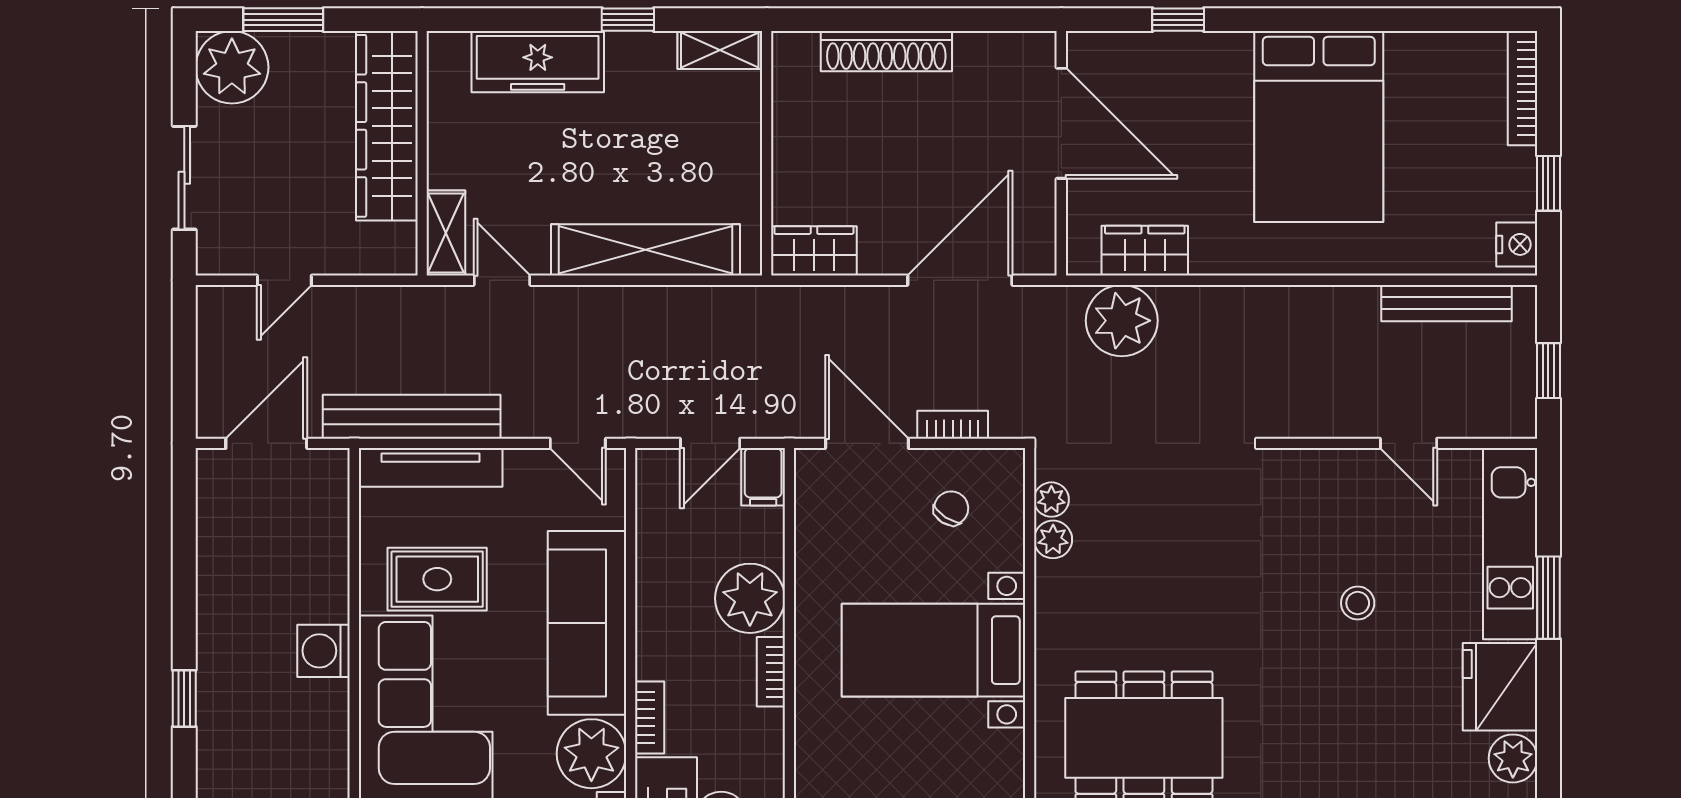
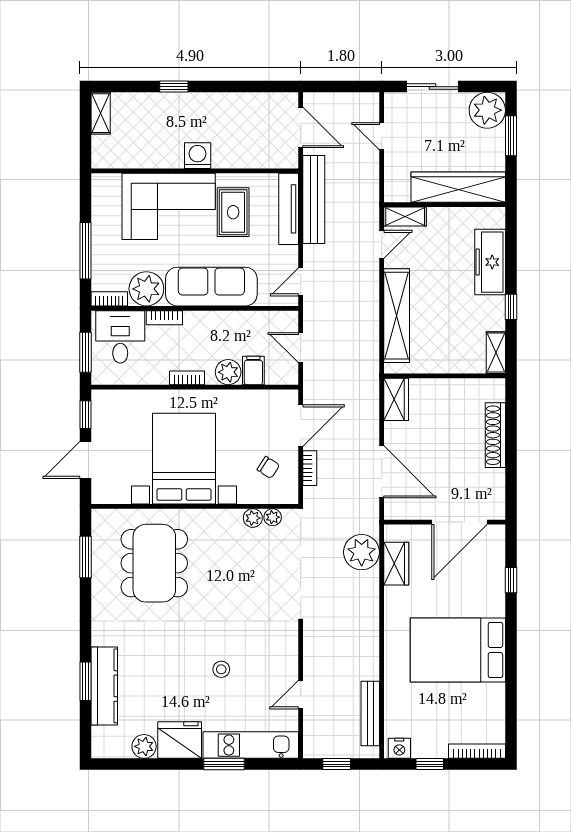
filing cabinet: (763, 477) -> (253, 370), moved, turned 90
plant: (750, 598) -> (228, 372), width x0.73, depth x0.73
bed with nightstands: (933, 650) -> (184, 459), width x1.36

